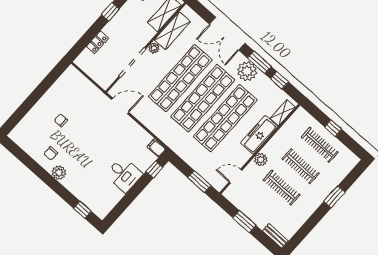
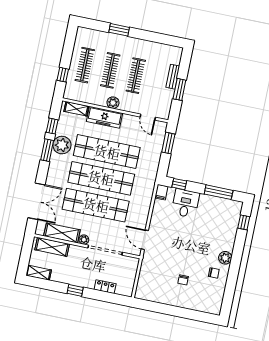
double door: (227, 34) -> (37, 201), moved
plant: (247, 71) -> (62, 145), moved
window: (333, 128) -> (63, 75), moved
plant: (261, 160) -> (113, 103), moved
desk: (124, 174) -> (185, 203), moved
window: (125, 202) -> (219, 192), added
bench: (275, 236) -> (173, 77), moved

